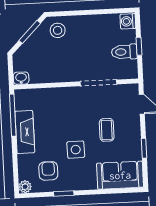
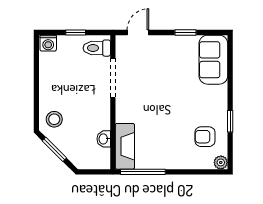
toilet: (124, 52) -> (97, 48), moved, turned 90
washbasin: (21, 78) -> (104, 139), moved
coffee table: (107, 130) -> (164, 72), removed
fireplace: (25, 132) -> (125, 146), moved, turned 90
side table: (76, 150) -> (183, 106), removed

